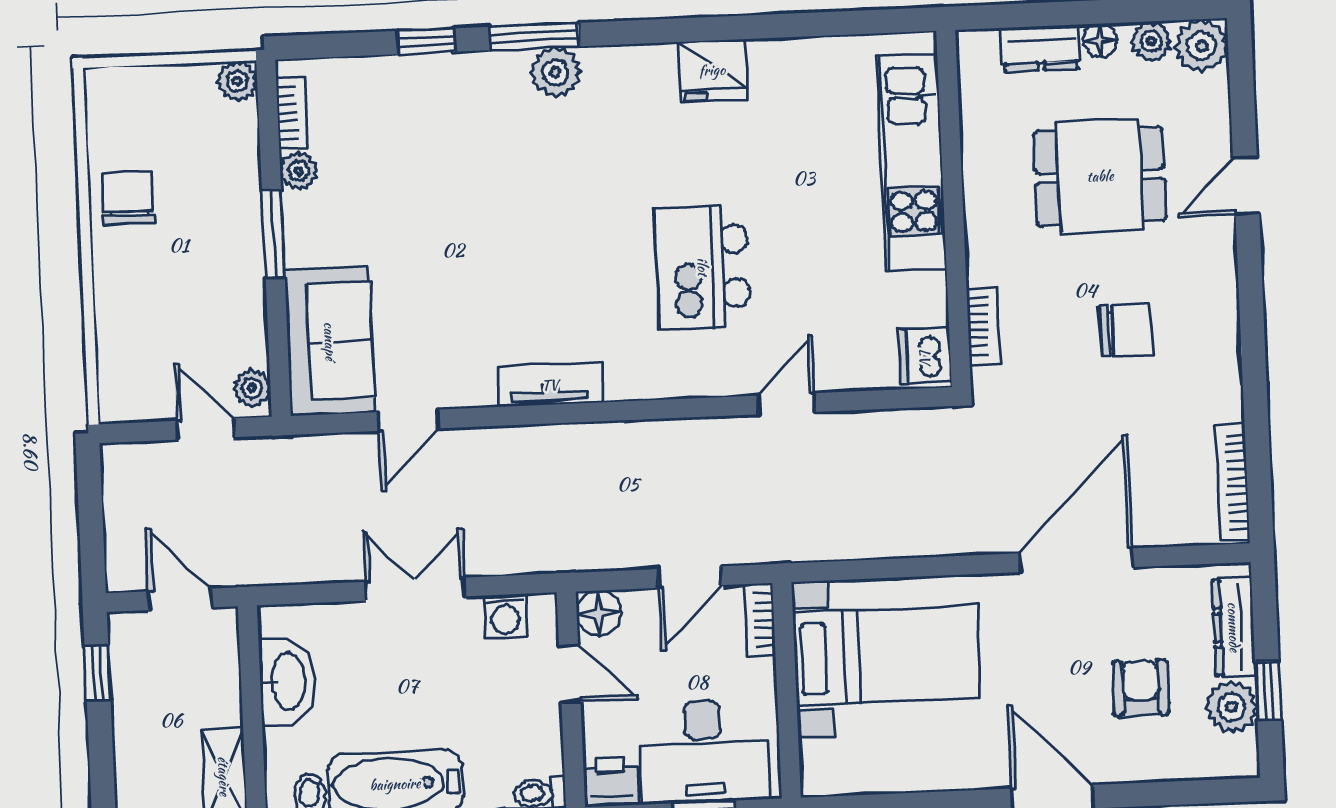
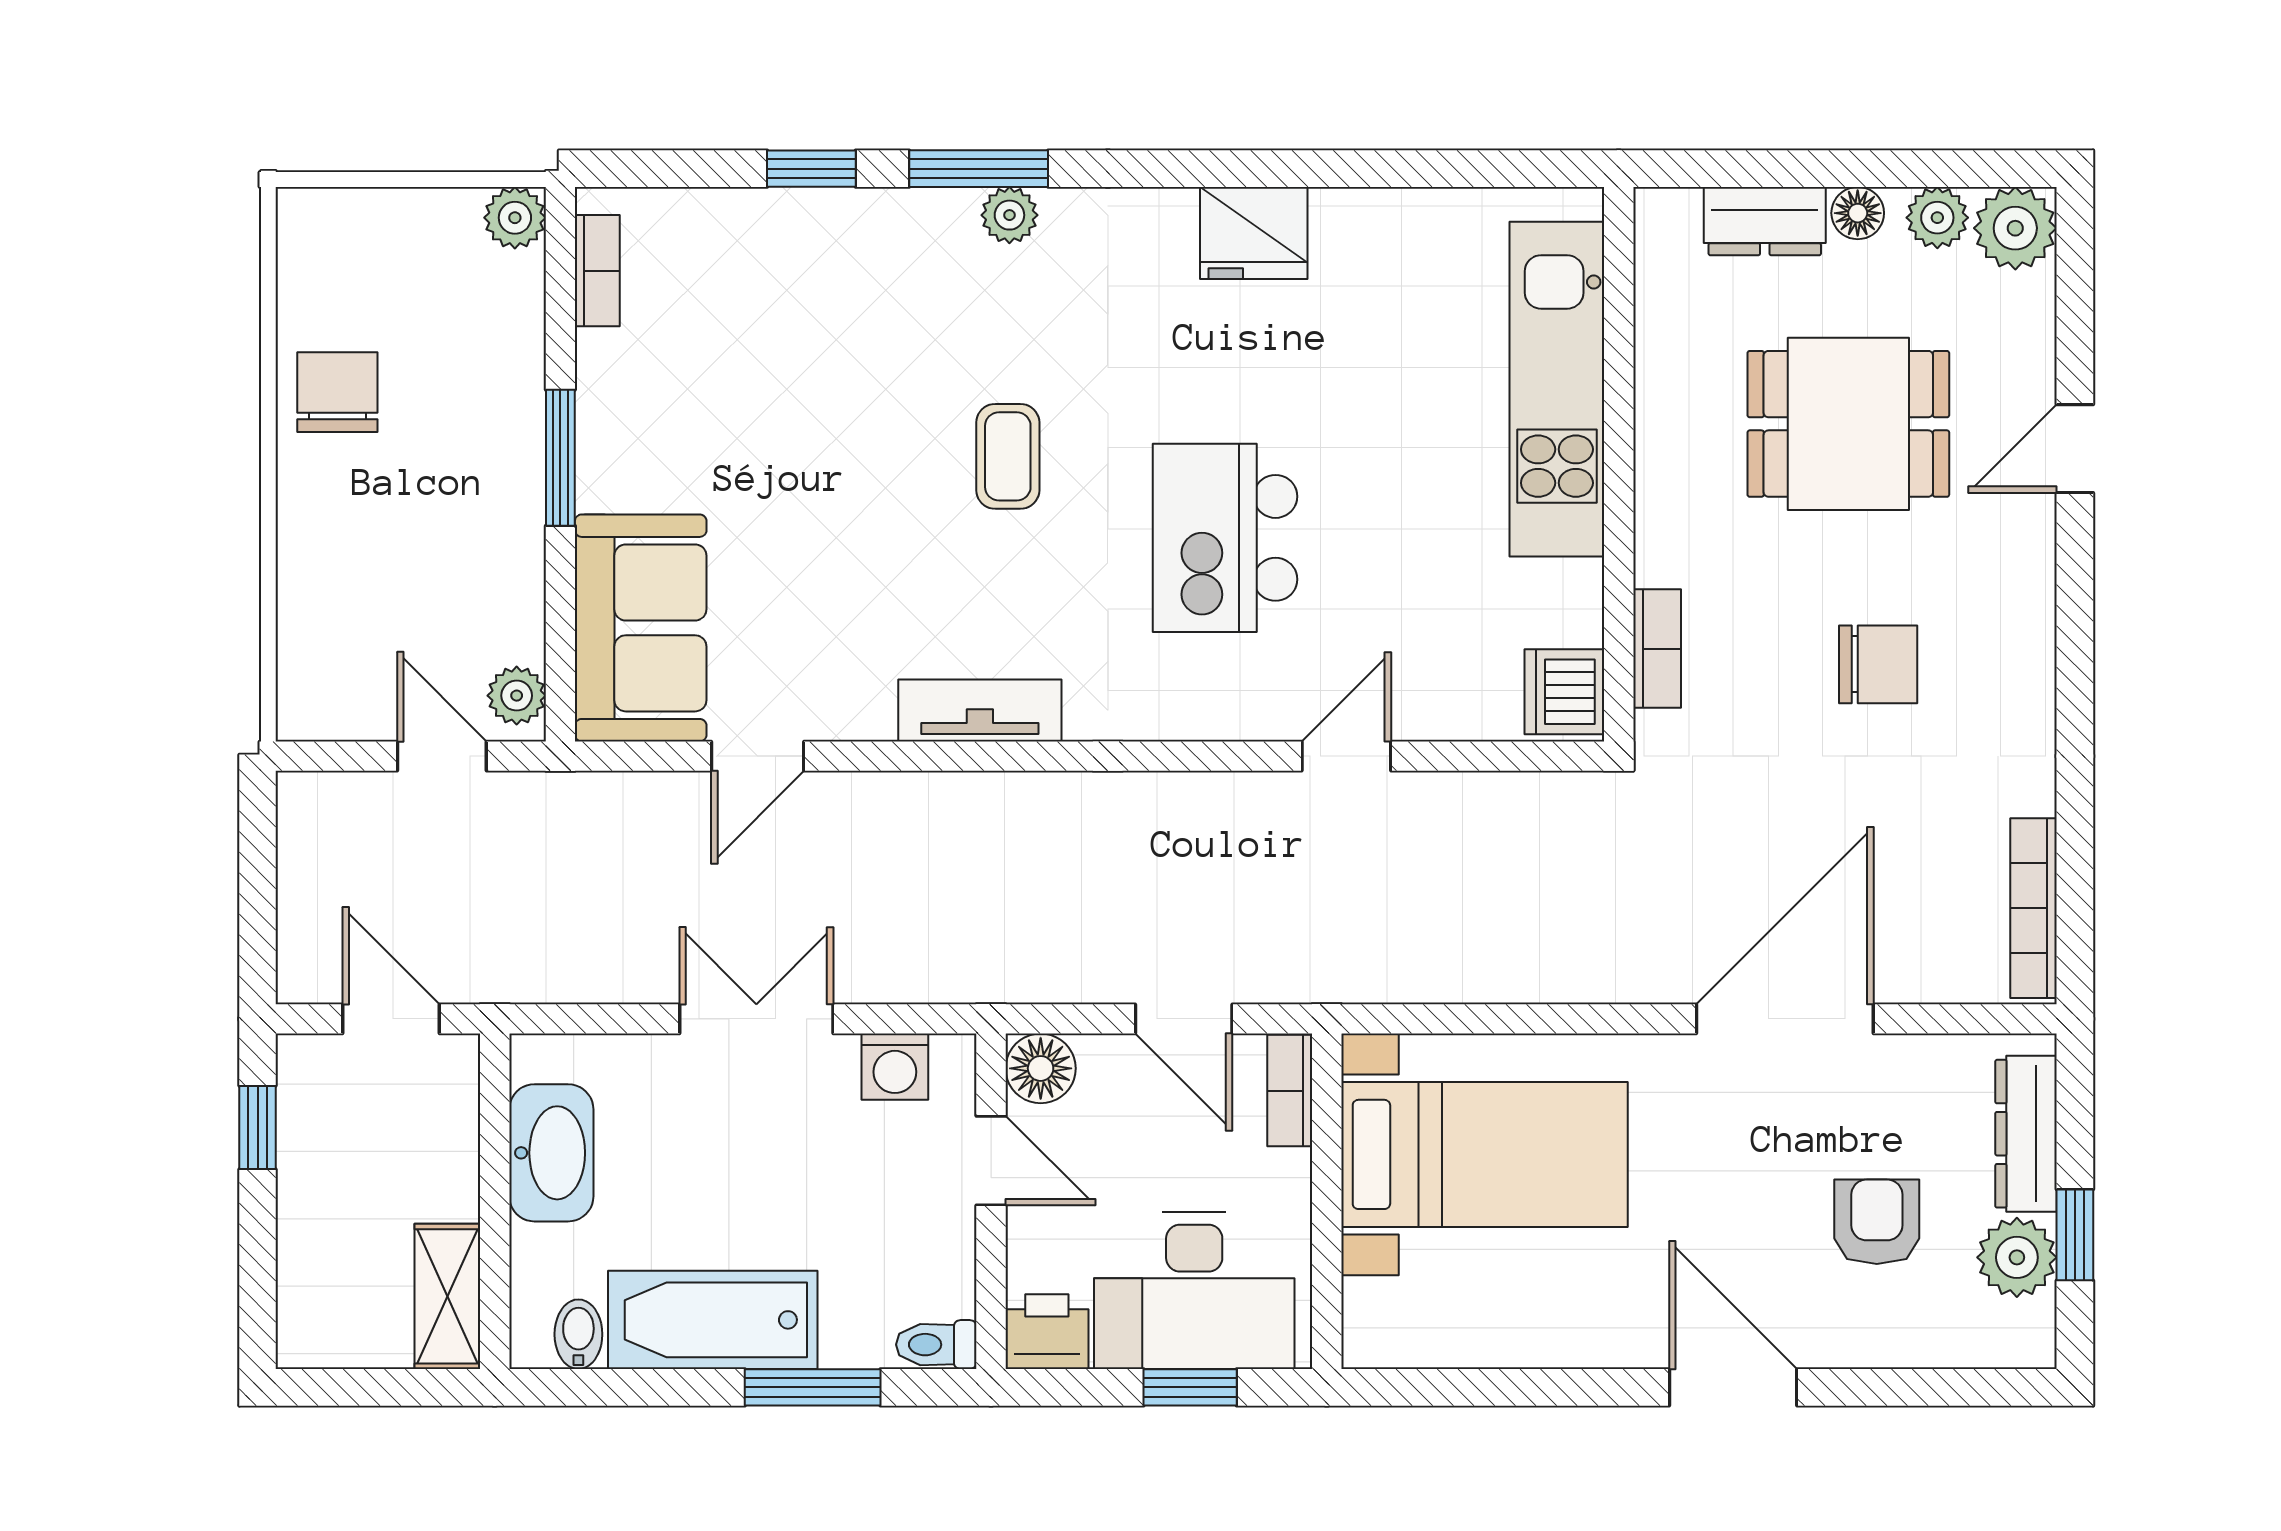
plant: (555, 72) -> (1009, 215), width x0.73, depth x0.73
plant: (299, 171) -> (604, 361), removed
coffee table: (561, 221) -> (1008, 456), added
door: (690, 577) -> (1184, 1019), hinge flipped

